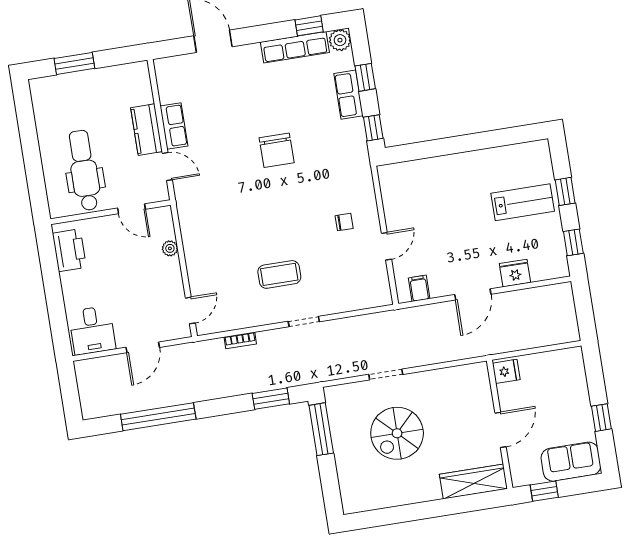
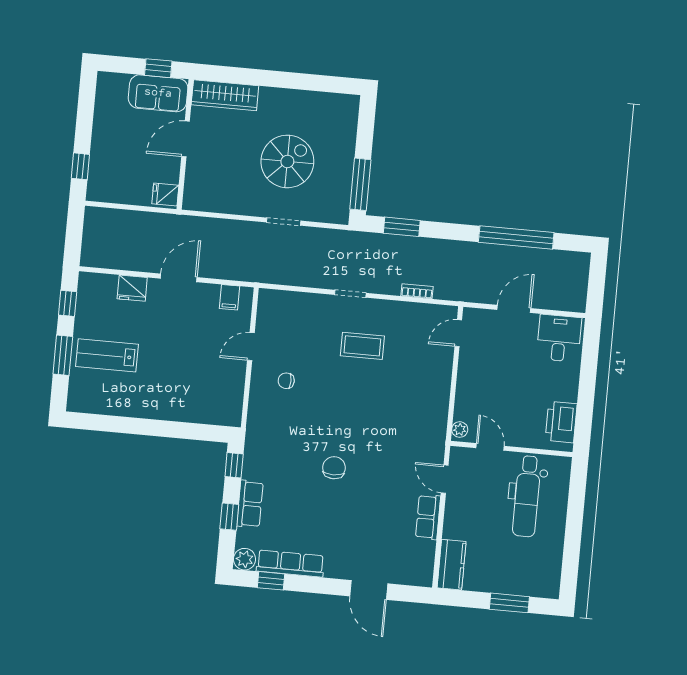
kitchen counter: (147, 130) -> (452, 565), moved
chair: (277, 150) -> (334, 468), width x0.73, depth x0.73
window: (565, 191) -> (63, 355), width x1.50
plant: (170, 248) -> (460, 430), moved
window: (601, 418) -> (80, 166), moved
sofa: (571, 462) -> (158, 93), moved

